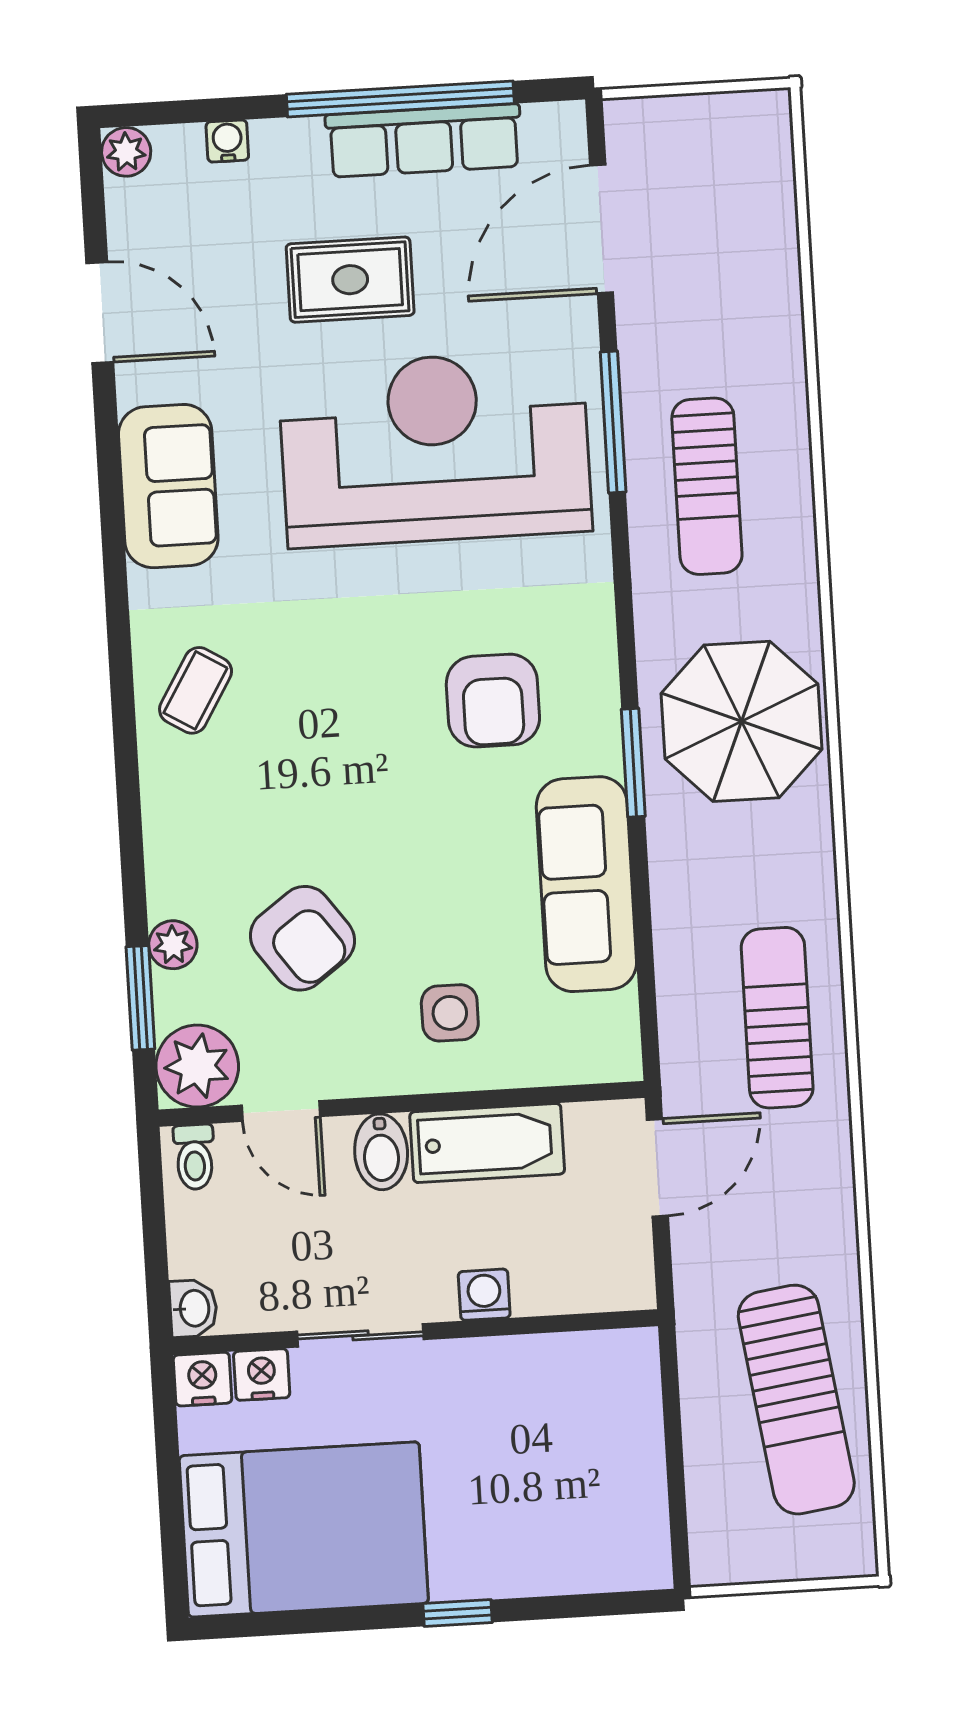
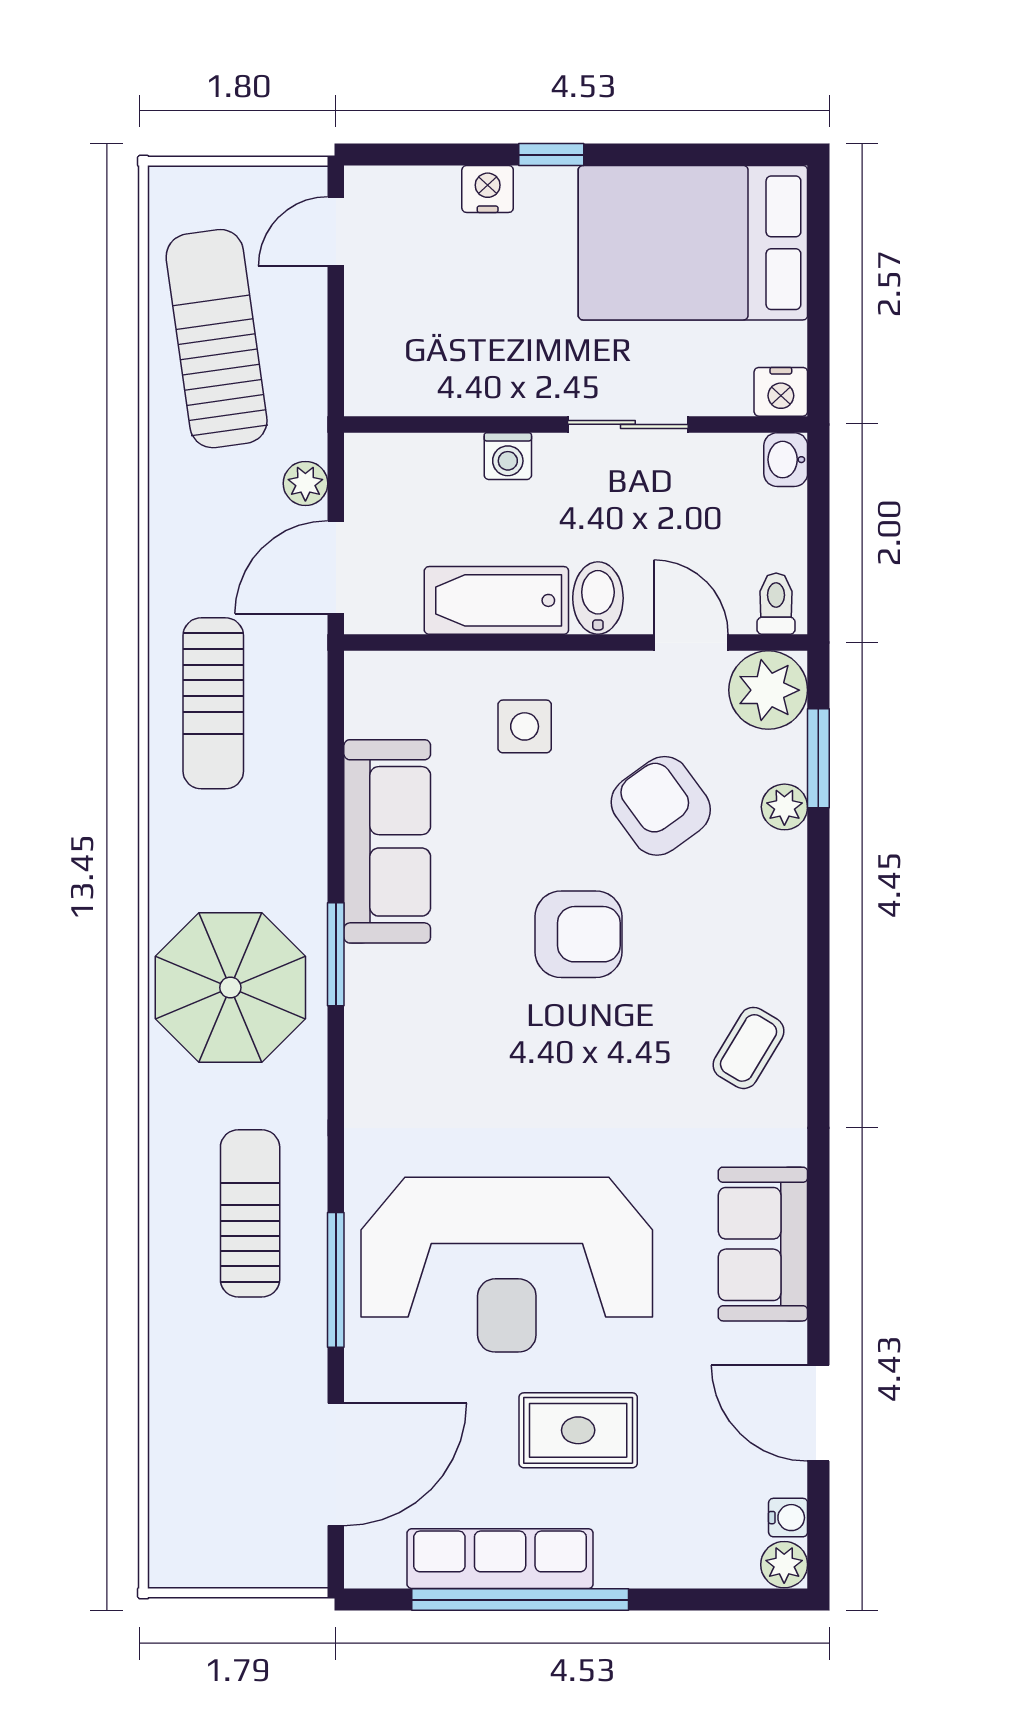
water cooler: (227, 141) -> (788, 1518), moved, turned -90
armchair: (493, 701) -> (578, 934), moved, turned 90
plant: (694, 1254) -> (305, 483), added
nightstand: (262, 1375) -> (488, 189), moved, turned 180
door: (678, 1519) -> (336, 231), added

